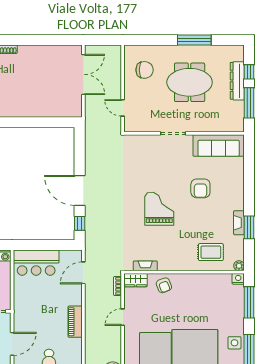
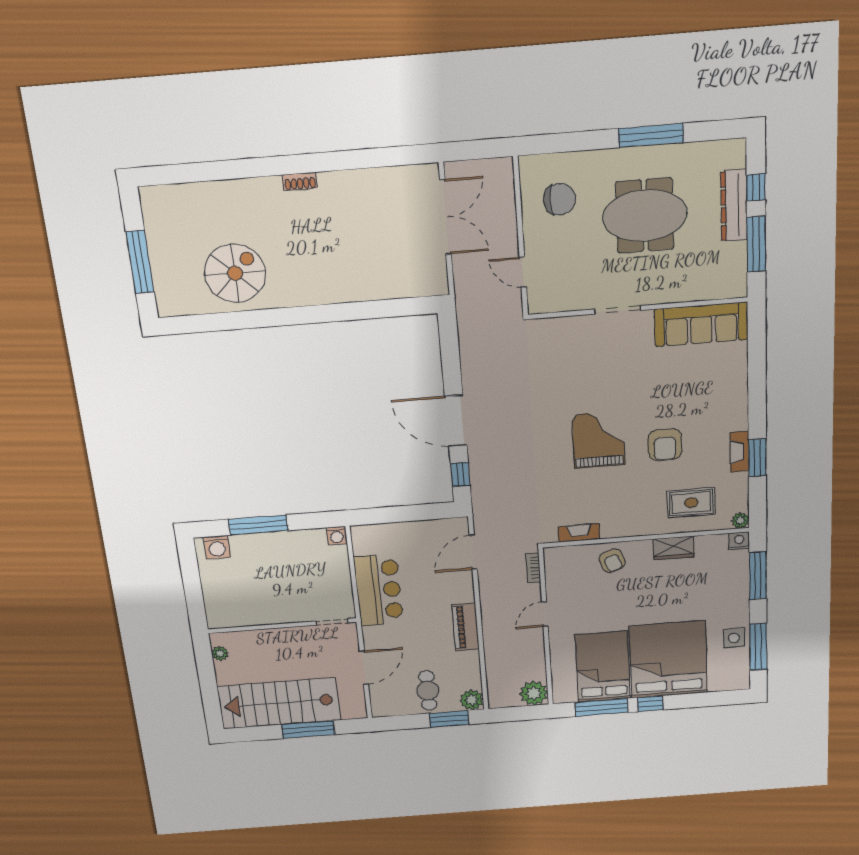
armchair: (200, 188) -> (665, 445), moved
bar counter: (36, 263) -> (379, 590), moved, turned -90
wardrobe: (135, 280) -> (674, 548), moved

